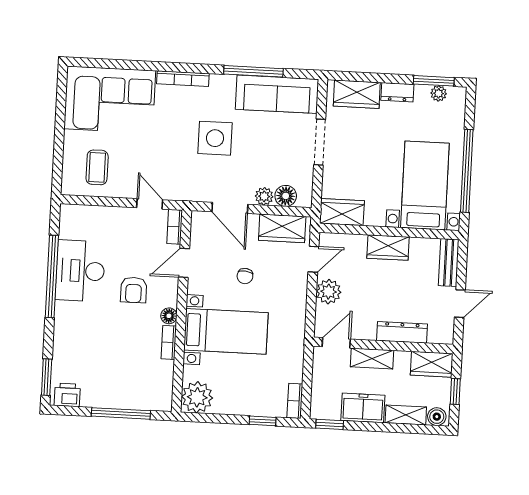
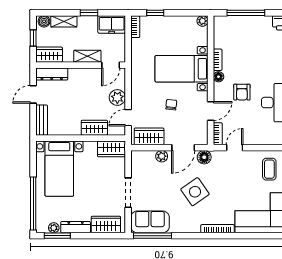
window: (253, 71) -> (153, 236), moved
dresser: (397, 92) -> (76, 227), width x1.44
sofa: (277, 94) -> (150, 222), width x0.73
side table: (215, 138) -> (195, 192), turned -35
window: (467, 171) -> (33, 203), moved
floor lamp: (286, 196) -> (204, 157), moved
door: (150, 204) -> (235, 148), swing flipped
door: (230, 208) -> (183, 148), swing flipped
wardrobe: (388, 248) -> (94, 128), moved
armchair: (134, 290) -> (242, 92), turned 180
dresser: (402, 332) -> (52, 74), moved
plant: (197, 397) -> (202, 21), width x0.53, depth x0.53
freezer: (363, 408) -> (112, 24), moved
window: (330, 424) -> (89, 13), moved

